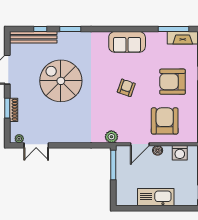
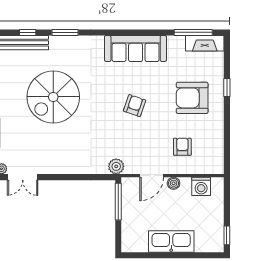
sofa: (127, 42) -> (136, 48), width x1.36
spiral stairs: (61, 81) -> (53, 97), turned -90
armchair: (165, 121) -> (182, 147), width x0.53, depth x0.53

